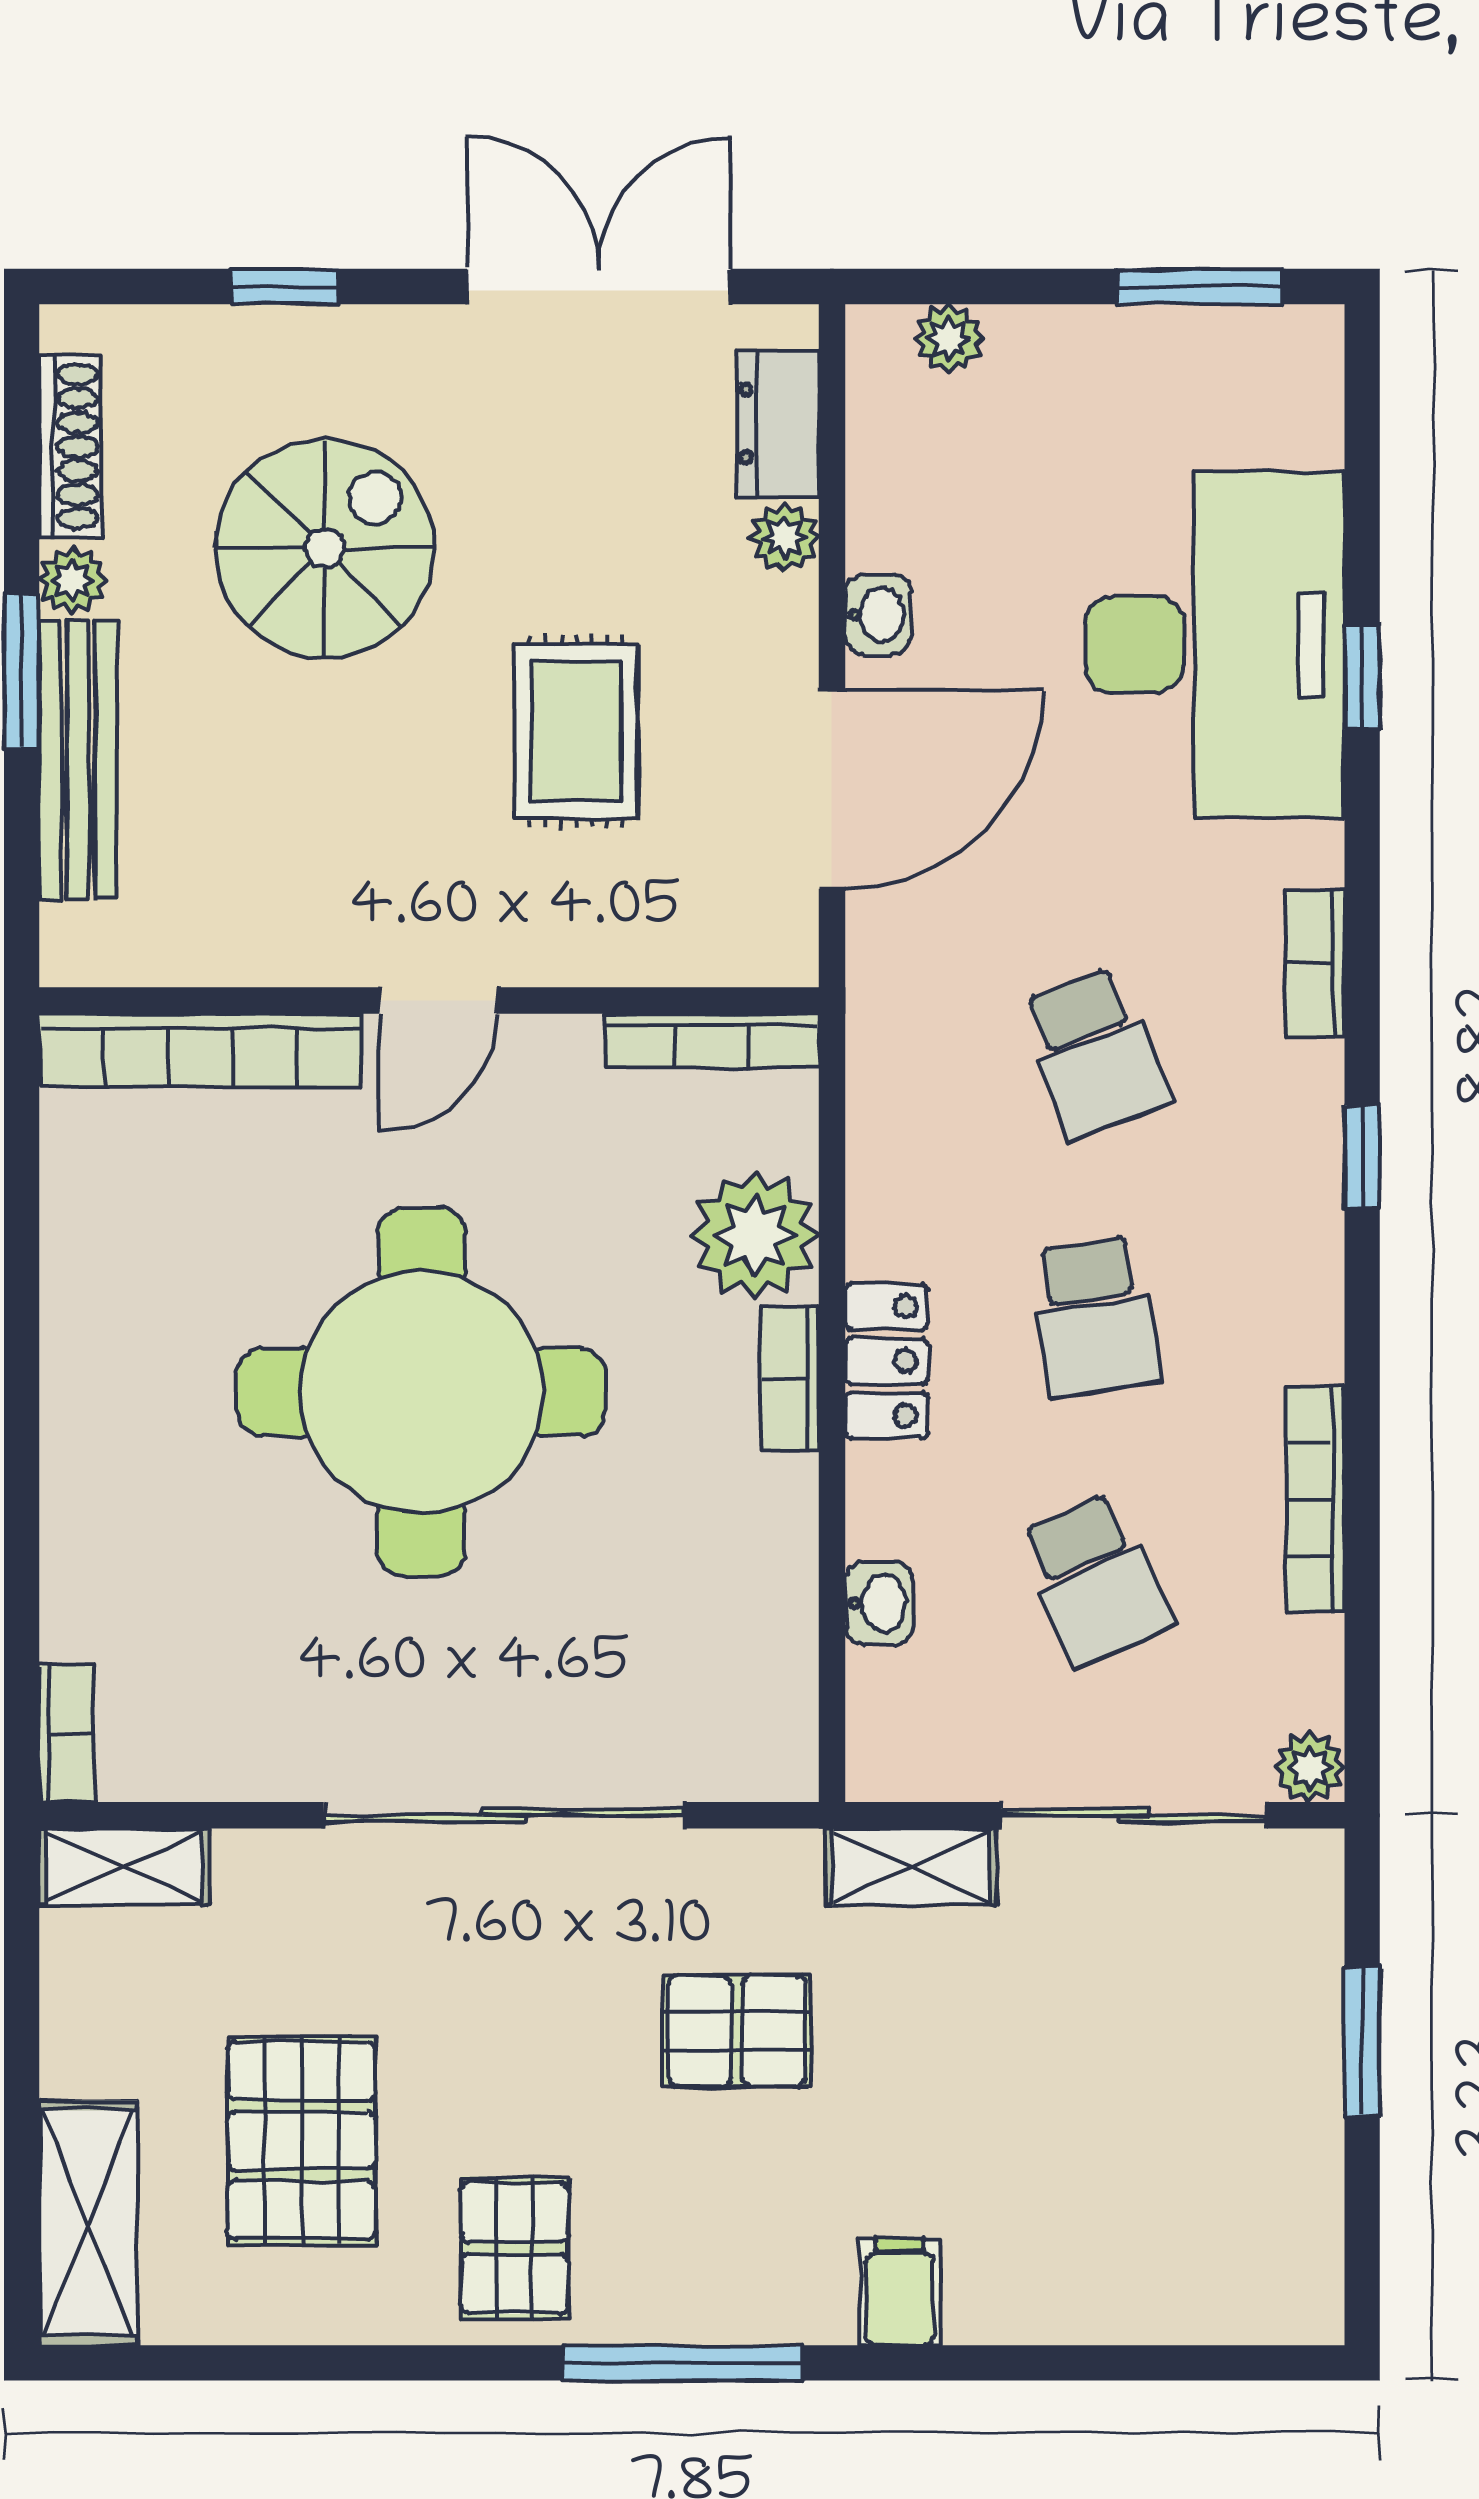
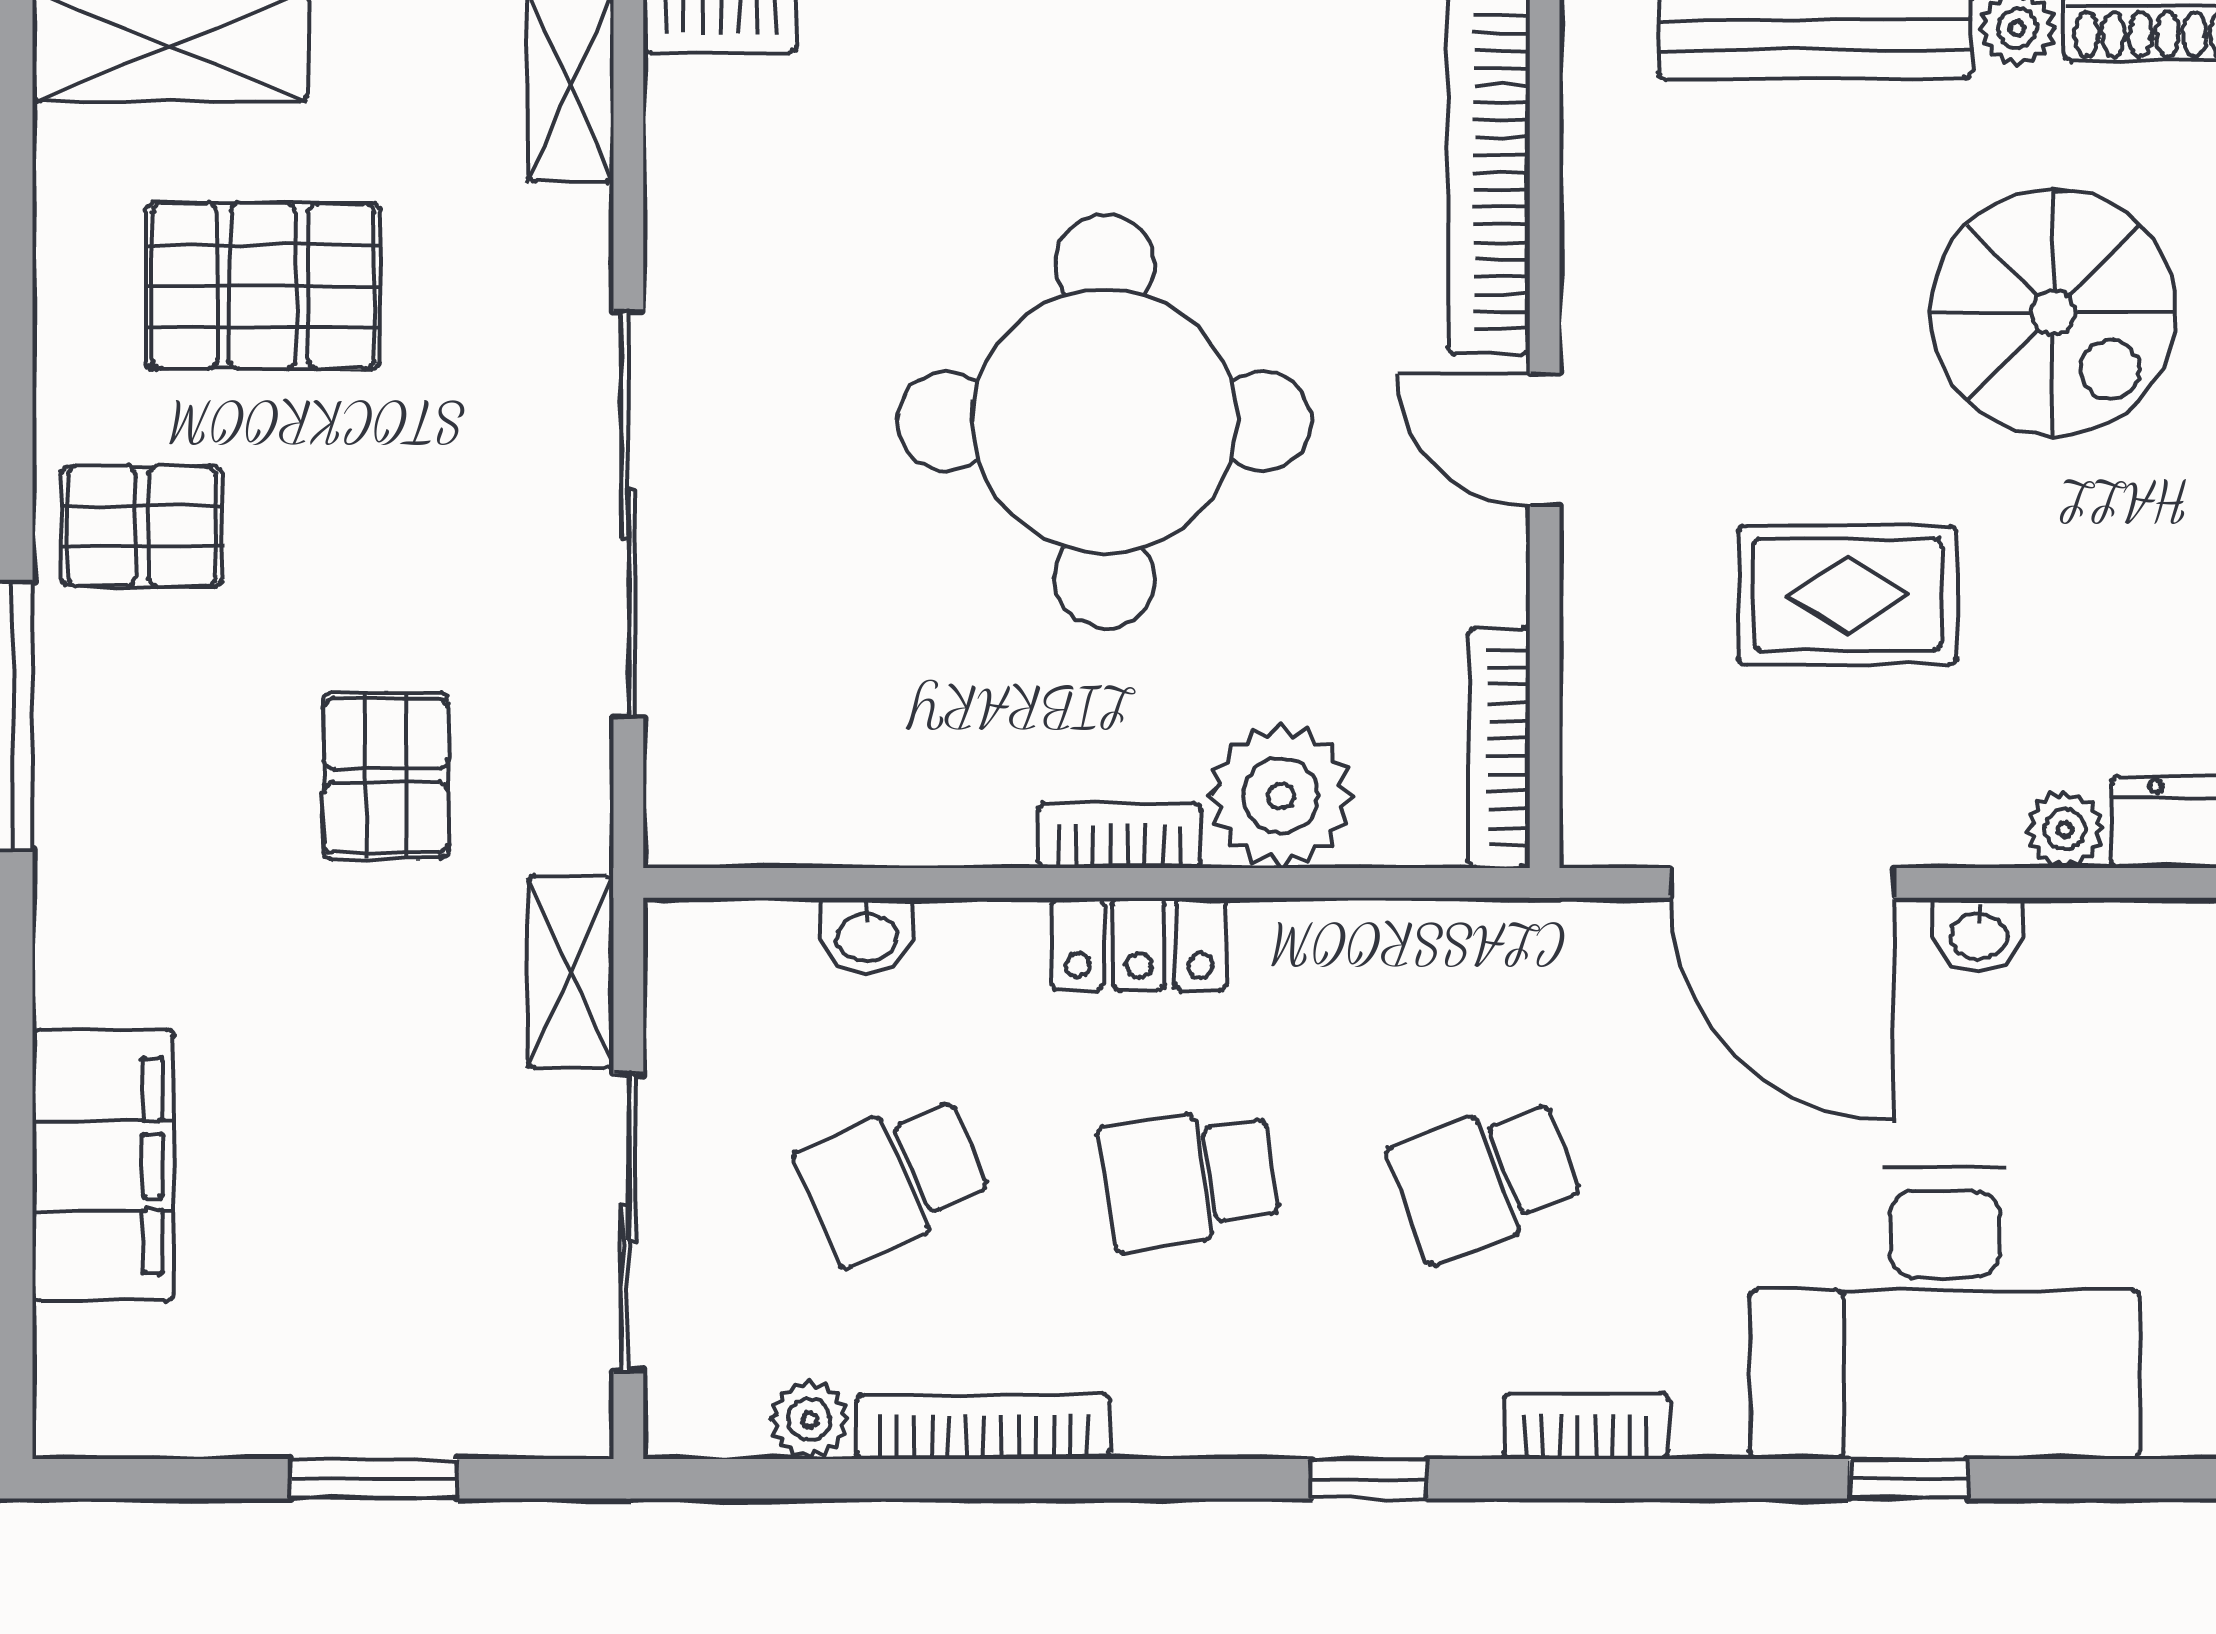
plant: (1309, 1767) -> (809, 1420), moved
filing cabinet: (900, 2292) -> (103, 1166), moved, width x3.00, depth x1.17

